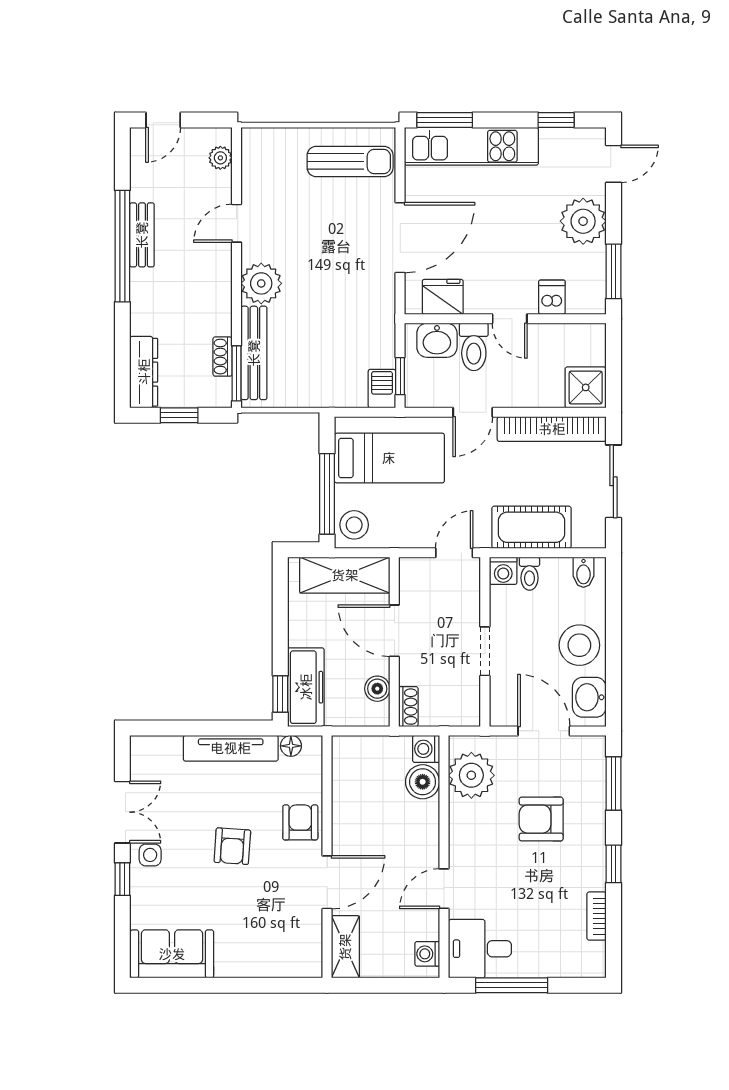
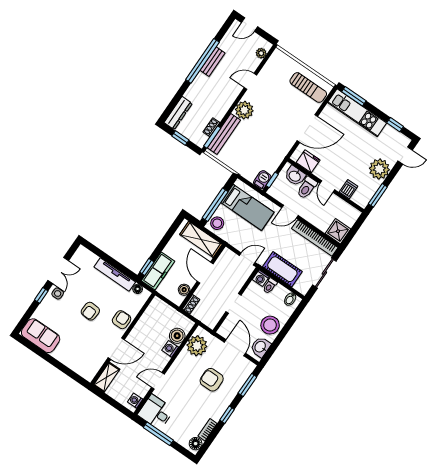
washing machine: (426, 749) -> (170, 349), moved
floor lamp: (592, 956) -> (196, 444), added

